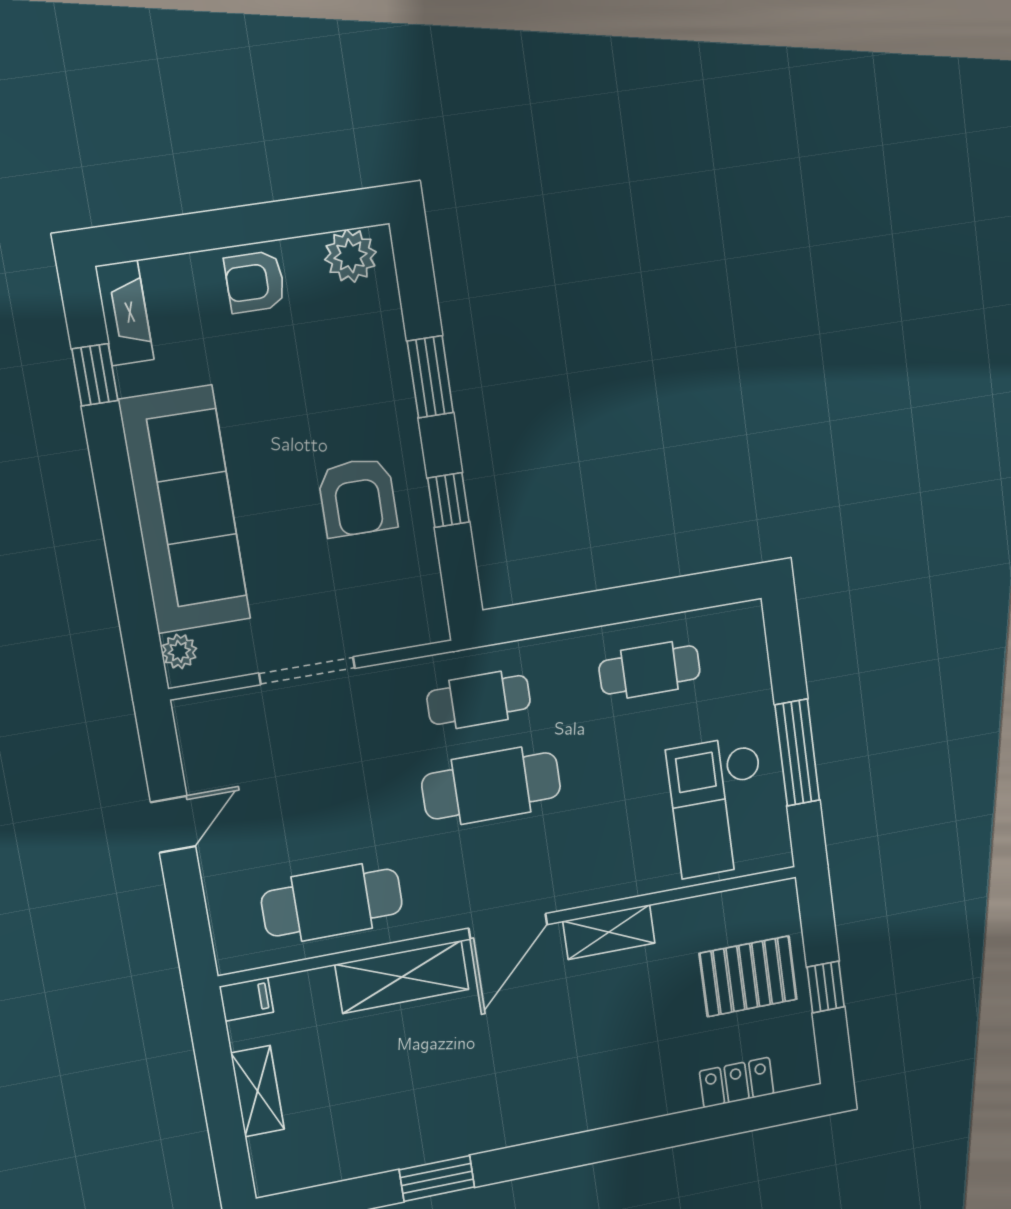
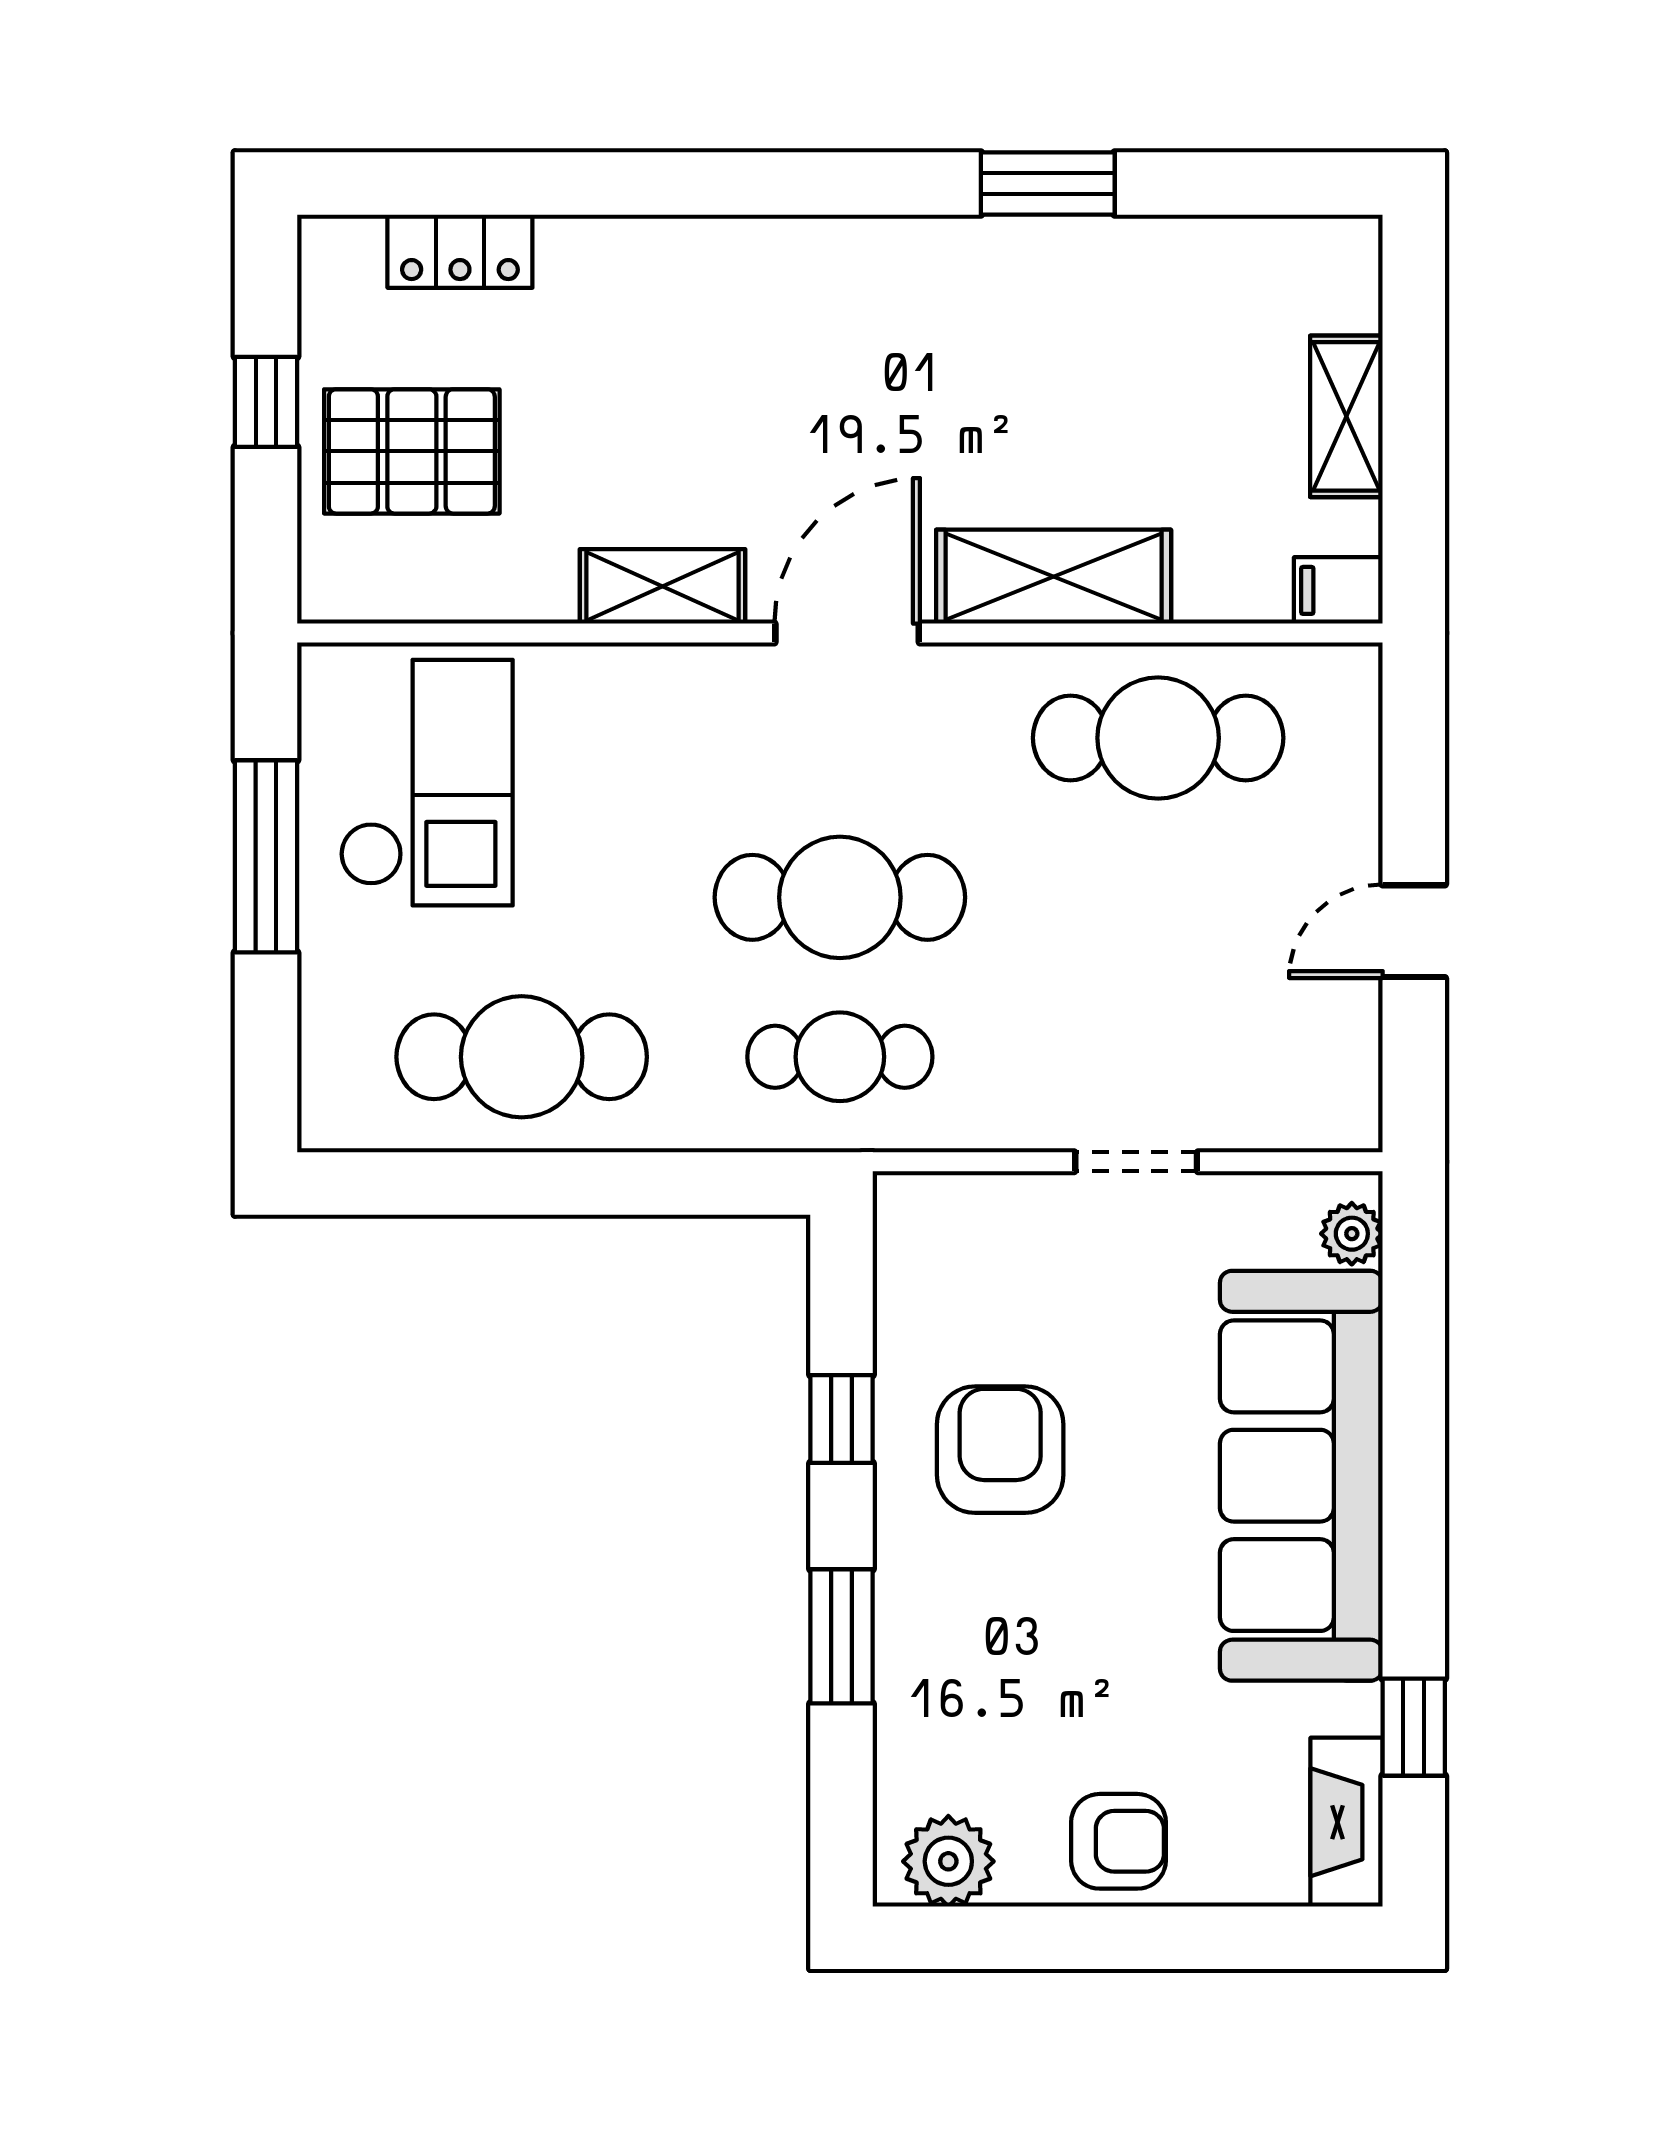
cafe table: (650, 670) -> (522, 1057), width x1.37, depth x1.35
doorway: (307, 671) -> (1136, 1162), width x0.73

